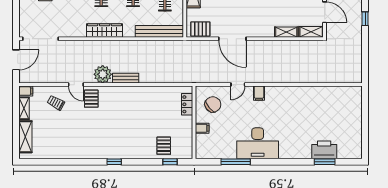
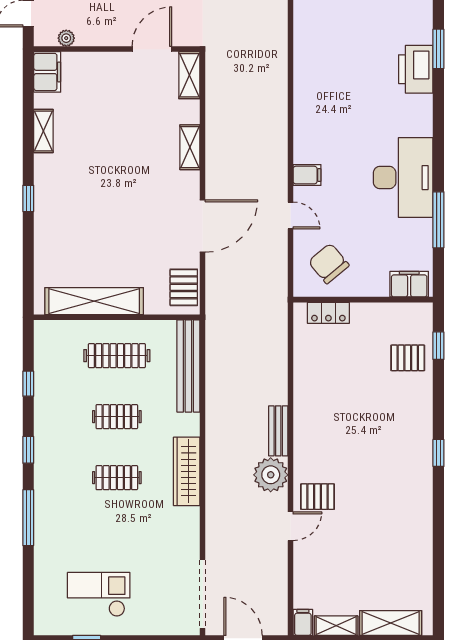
shelving: (286, 32) -> (190, 147), moved
trolley: (56, 103) -> (325, 565), removed
filing cabinet: (202, 128) -> (409, 284), moved, width x2.00
printer: (324, 150) -> (416, 69), moved

